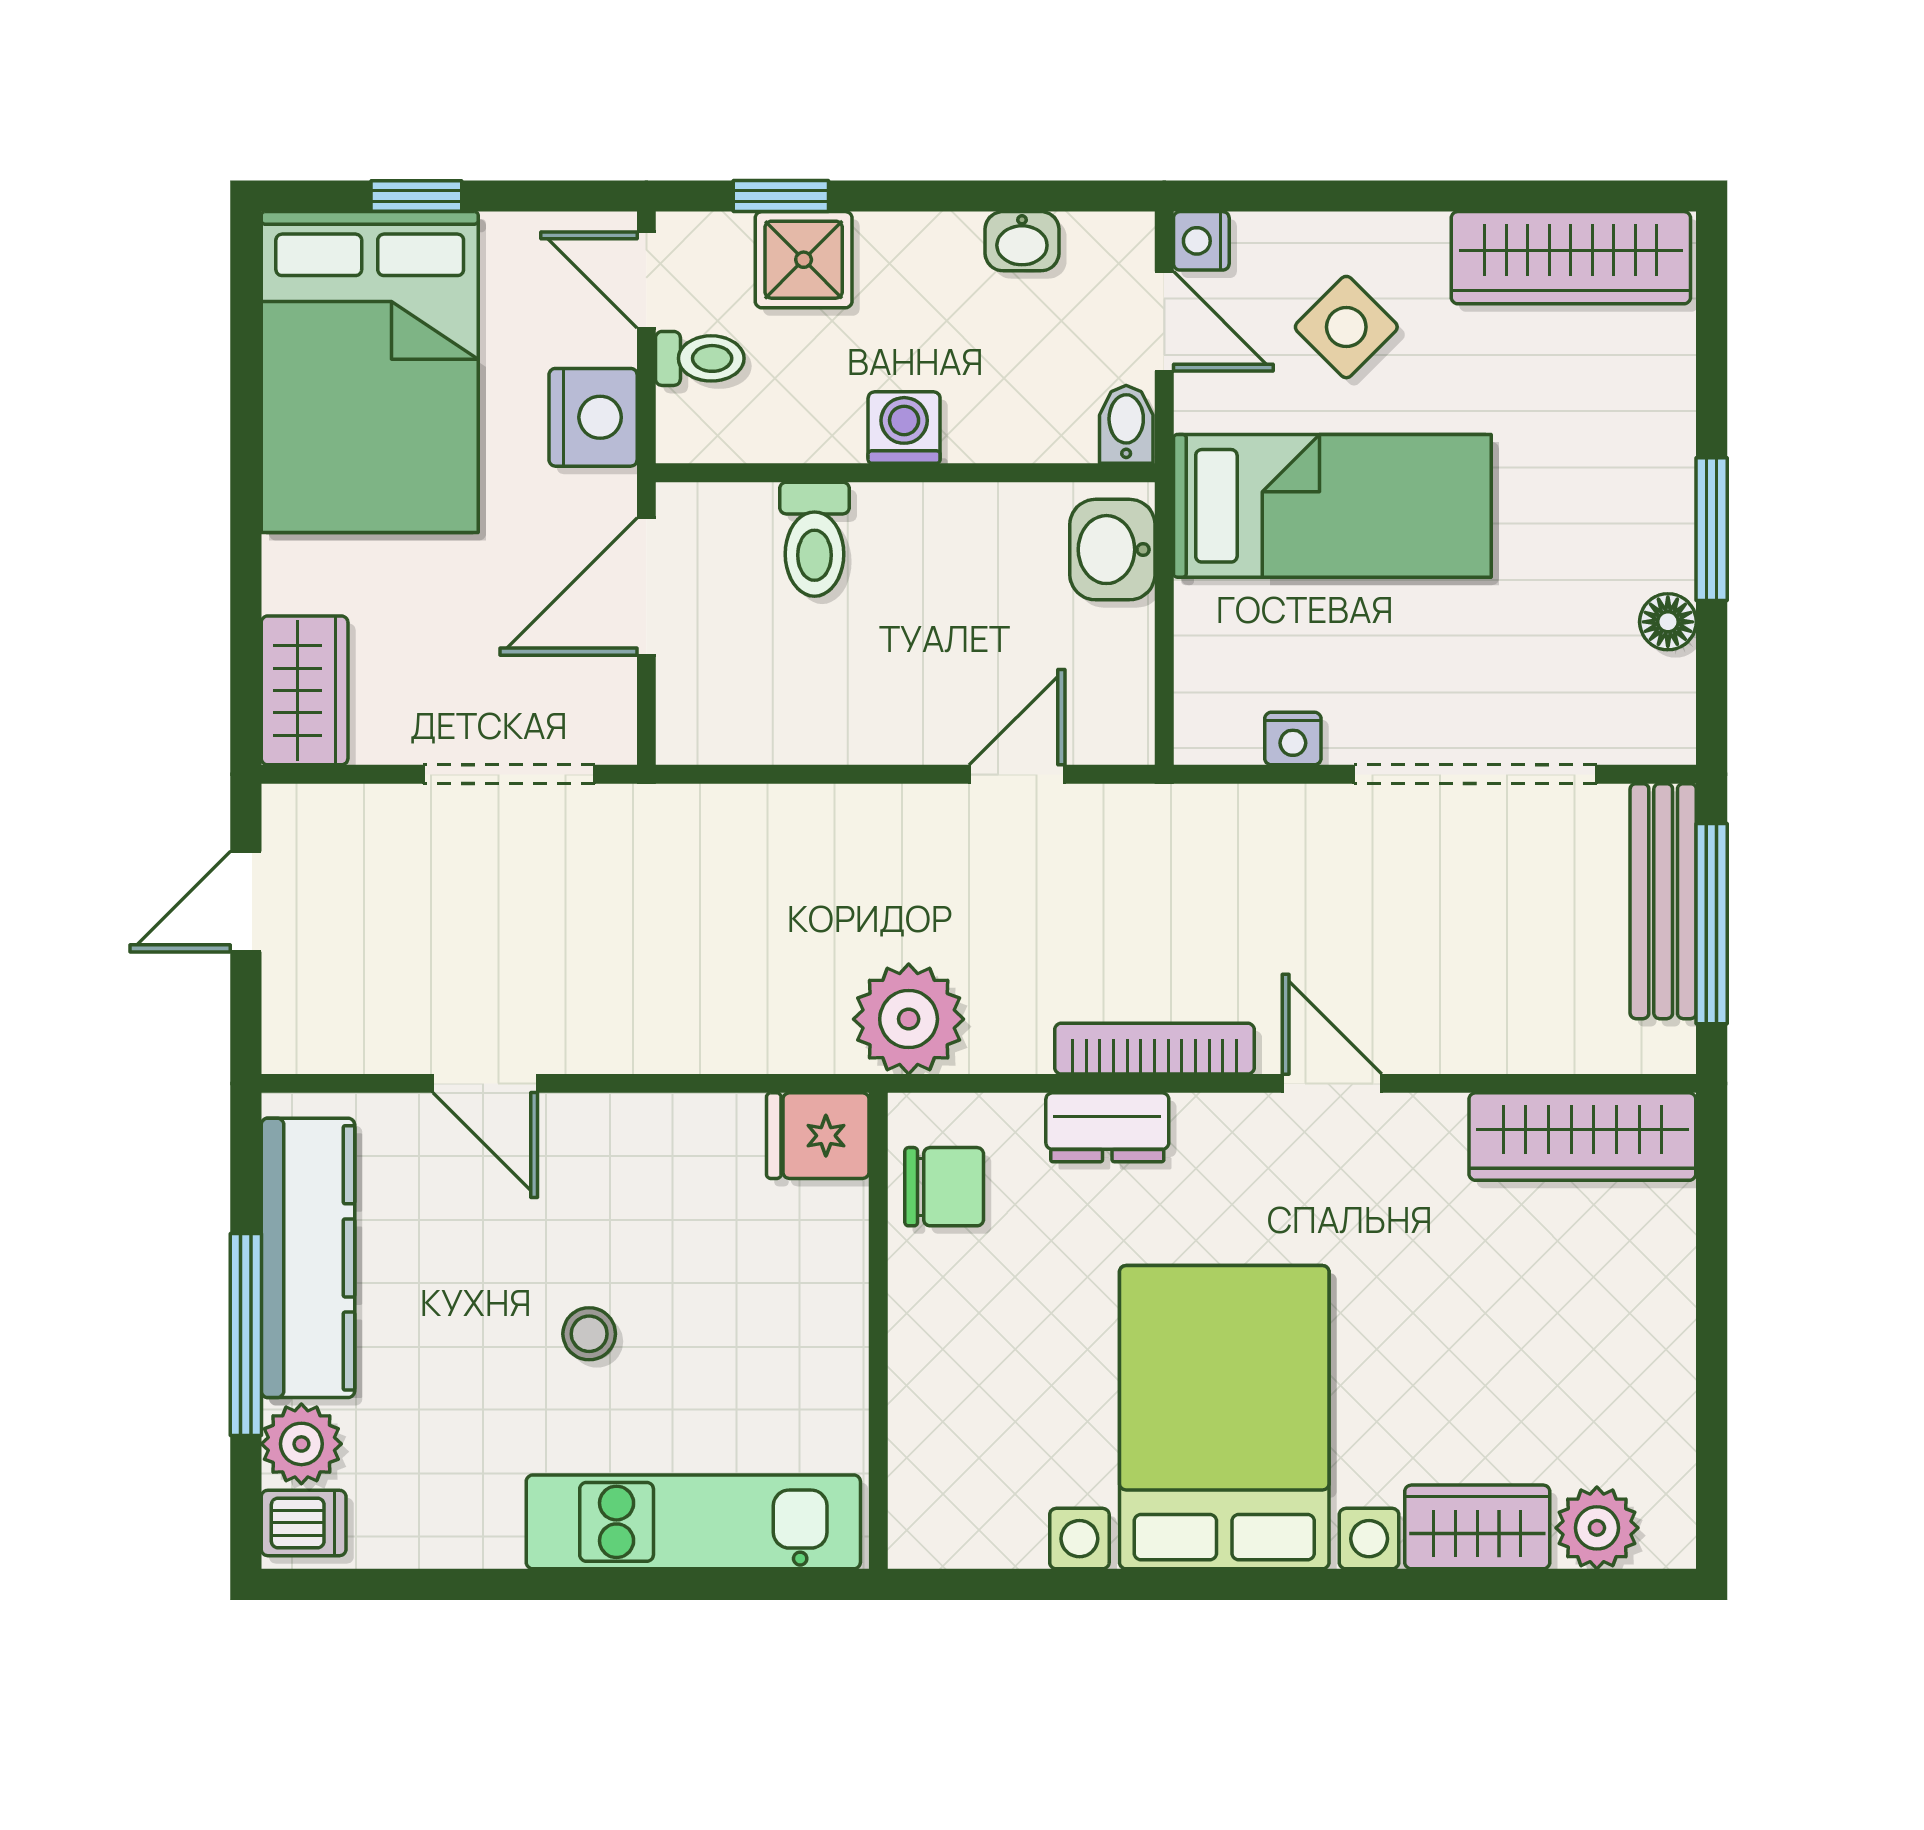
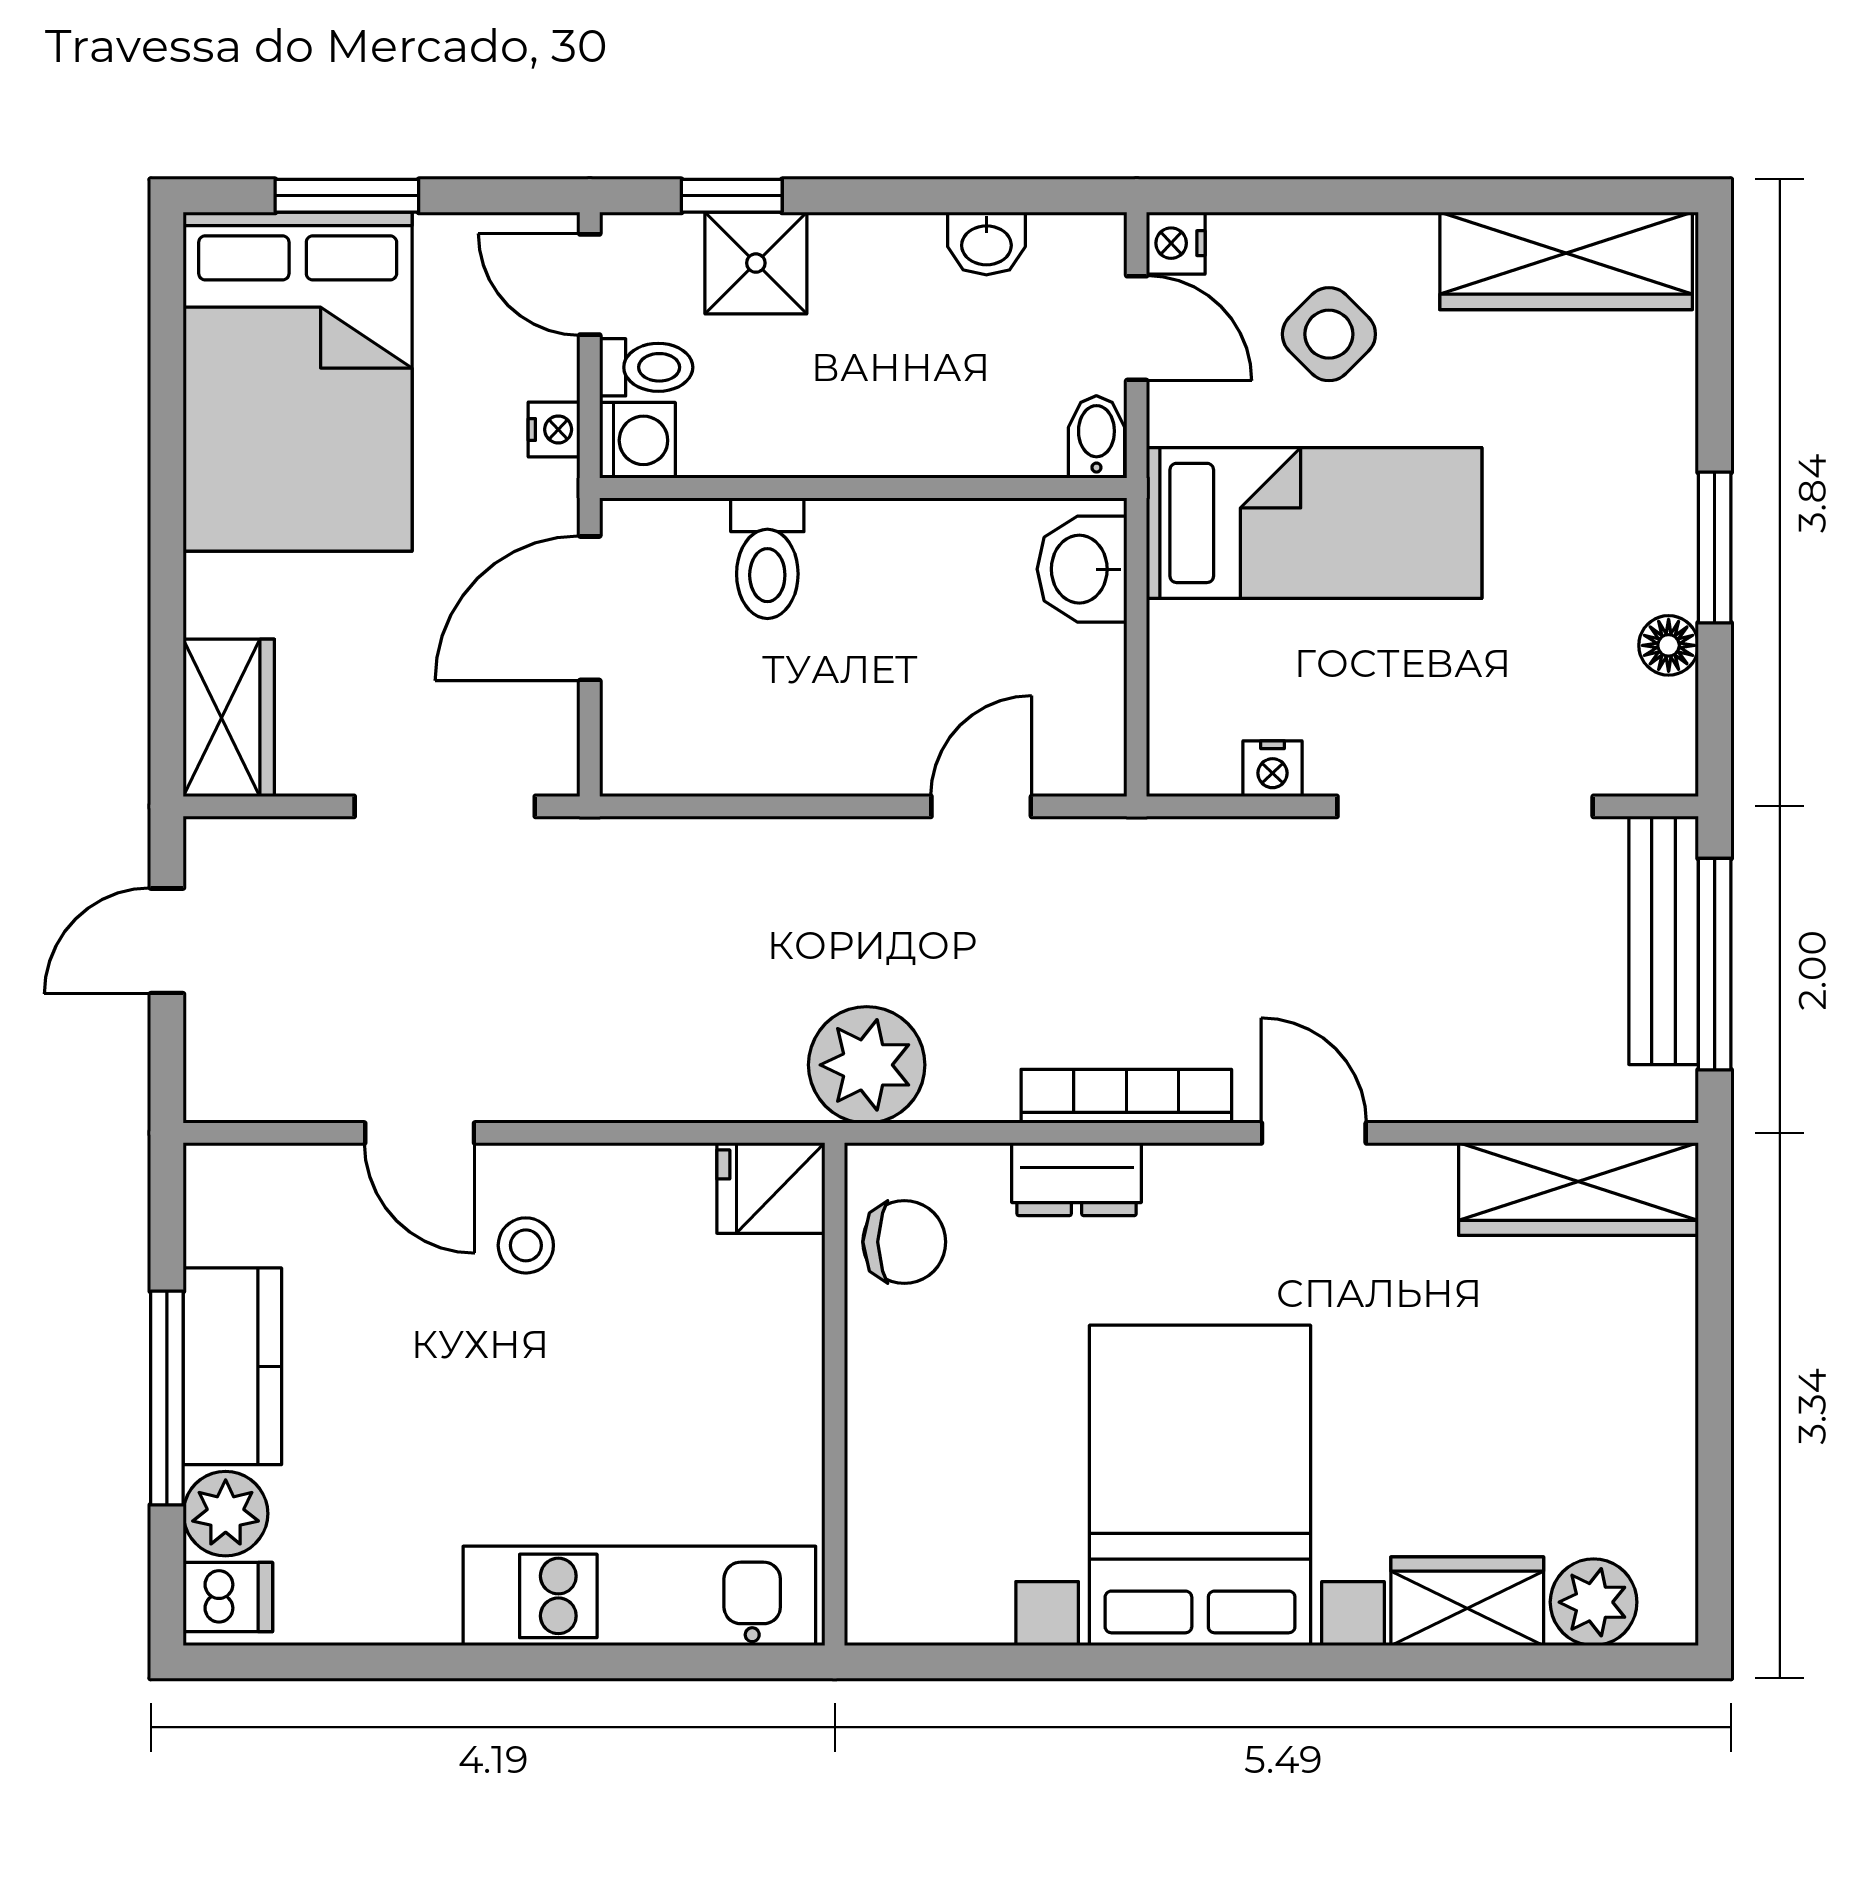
window: (416, 196) -> (347, 196), width x1.50
nightstand: (593, 417) -> (554, 429), width x0.53, depth x0.56
washing machine: (904, 428) -> (637, 440), moved, turned 90
kitchen counter: (308, 1258) -> (232, 1366), width x0.67
stool: (589, 1334) -> (526, 1245), moved

